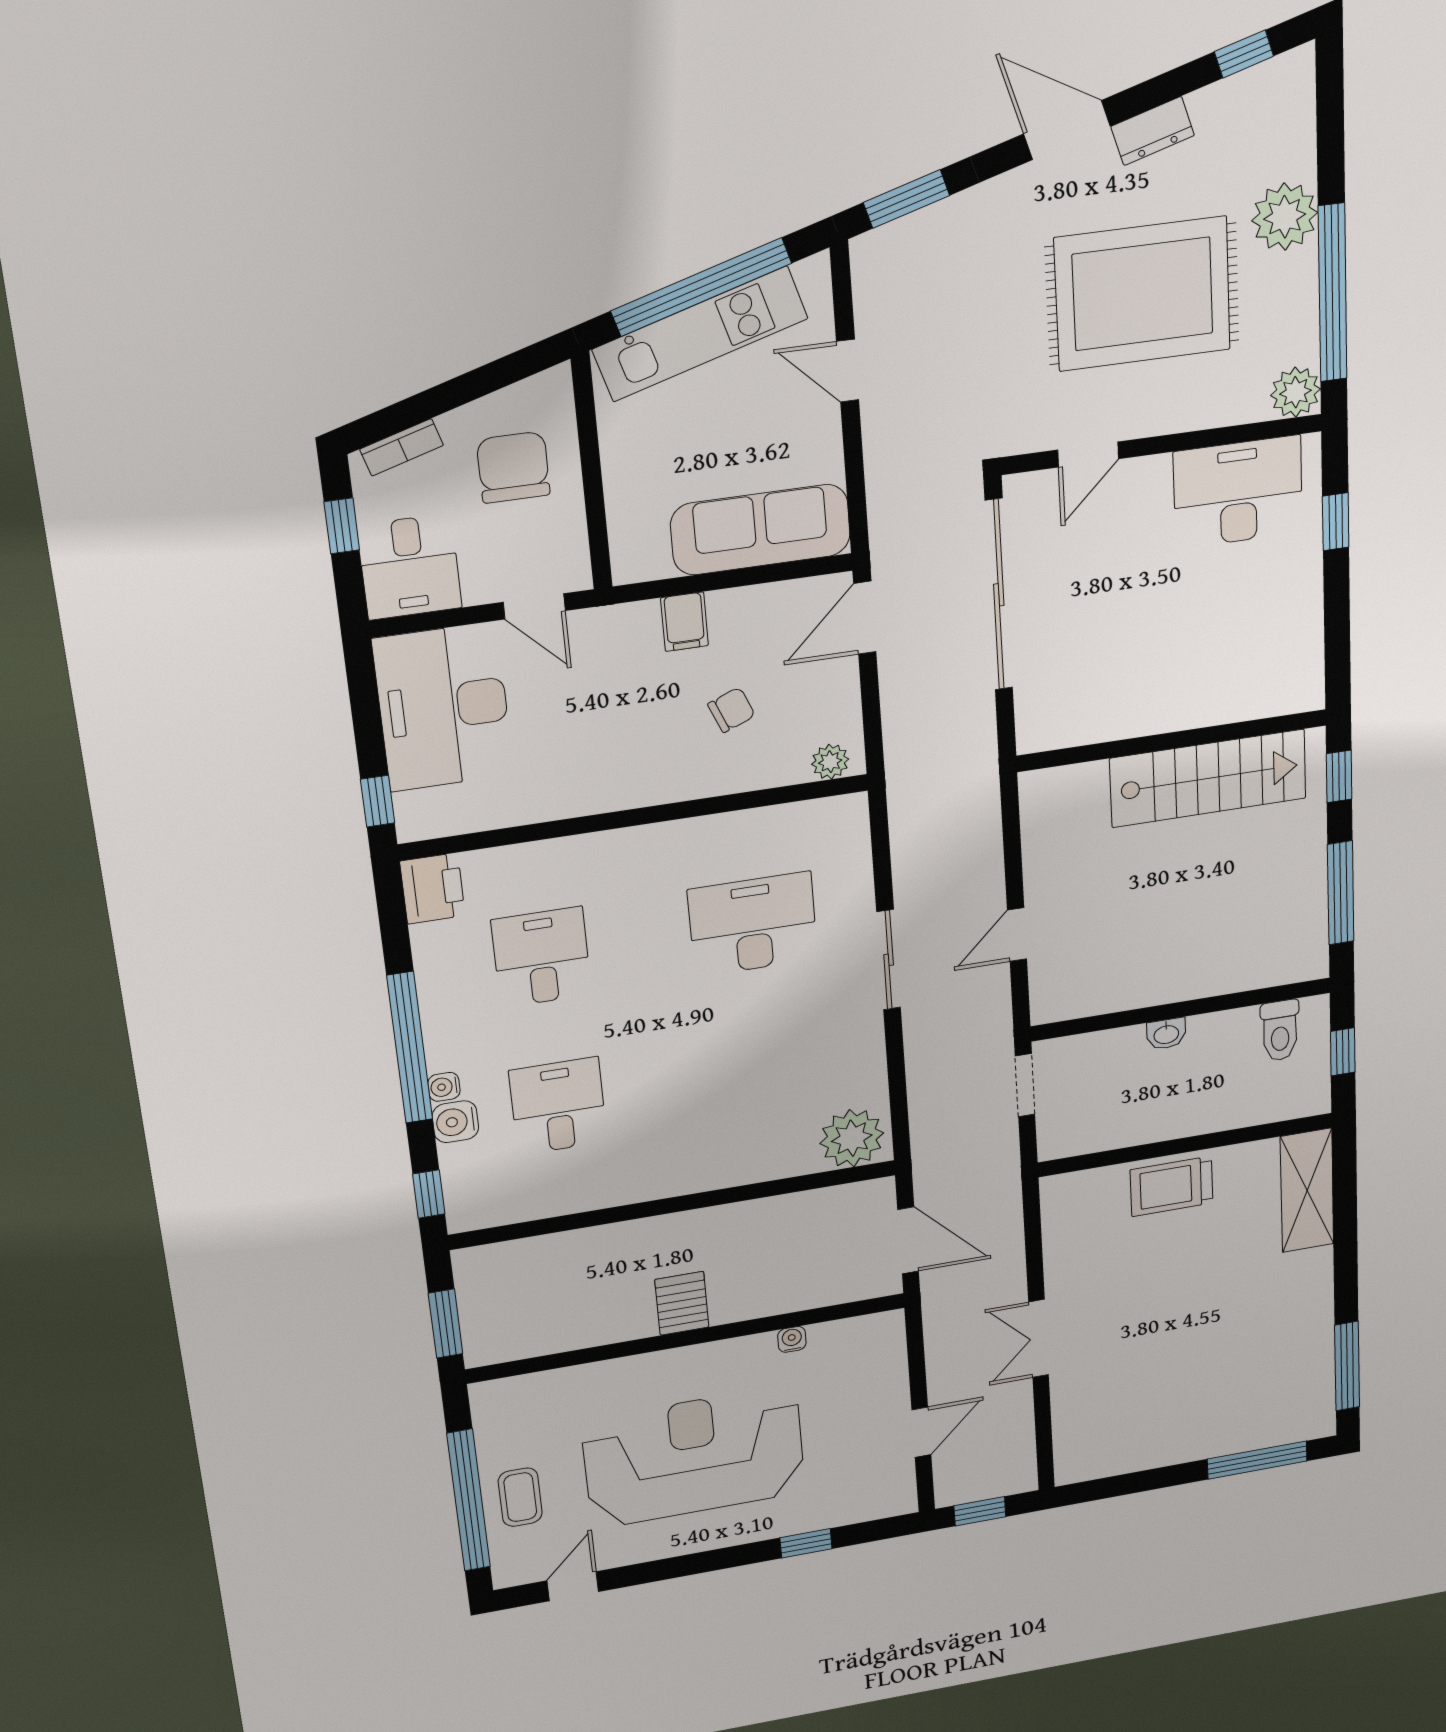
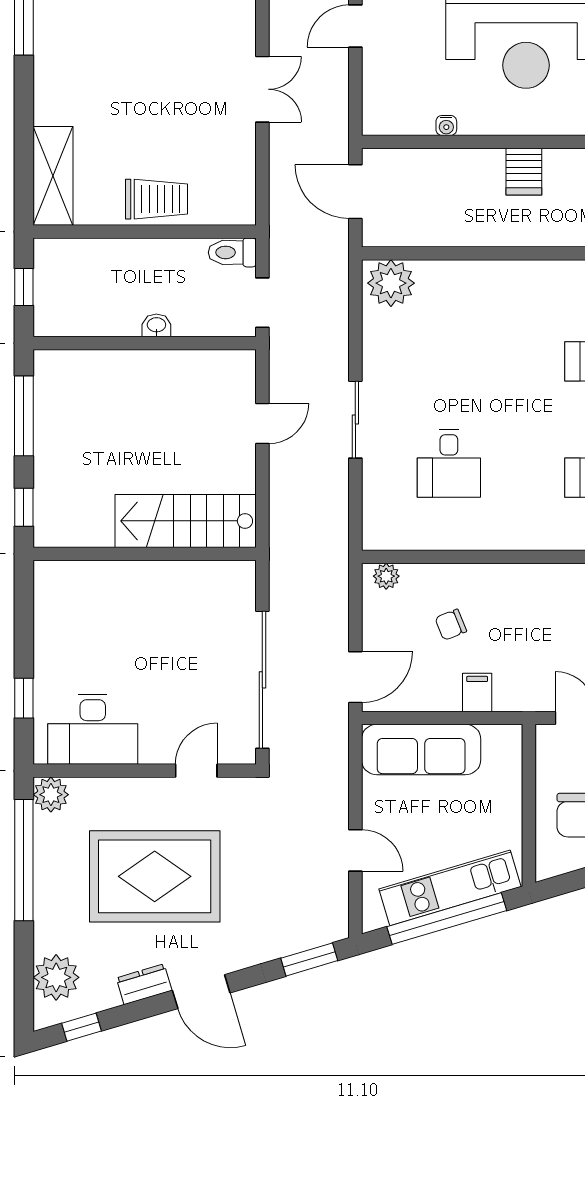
plant: (1285, 217) -> (56, 977), moved
stairs: (1208, 778) -> (186, 521), moved
desk: (753, 924) -> (449, 463), width x0.73
toilet: (1280, 1031) -> (232, 252), moved, turned -90

